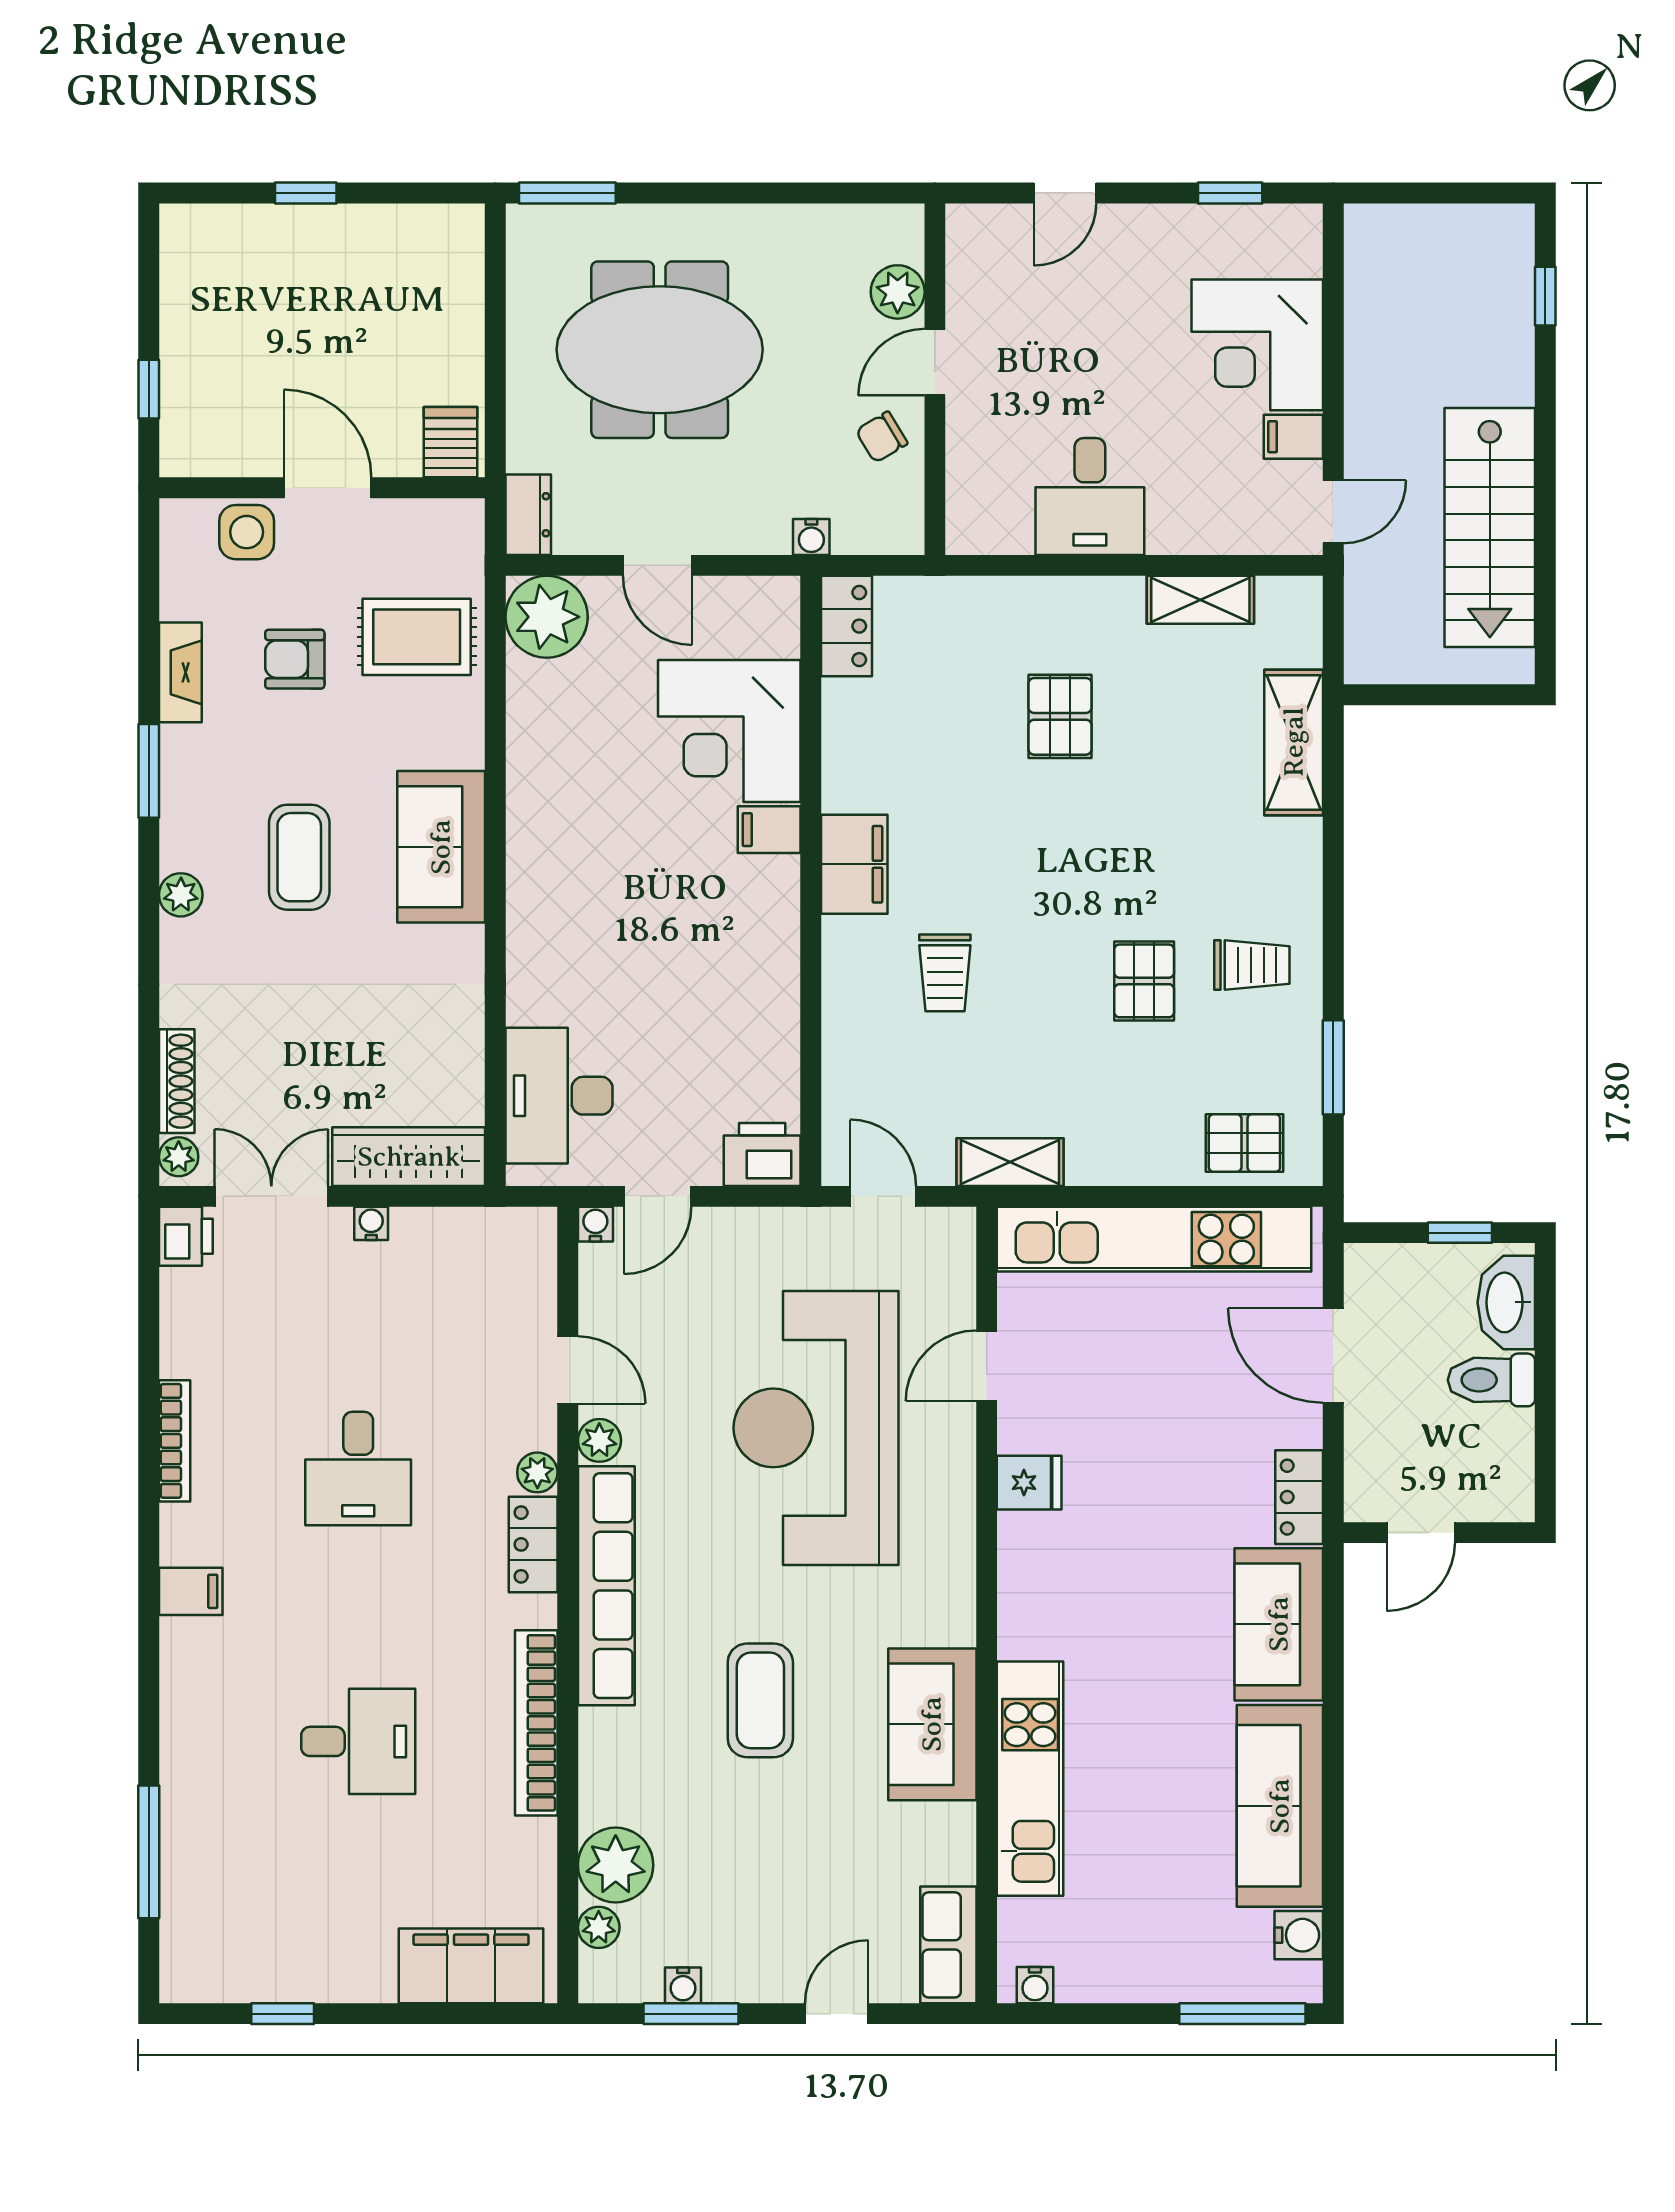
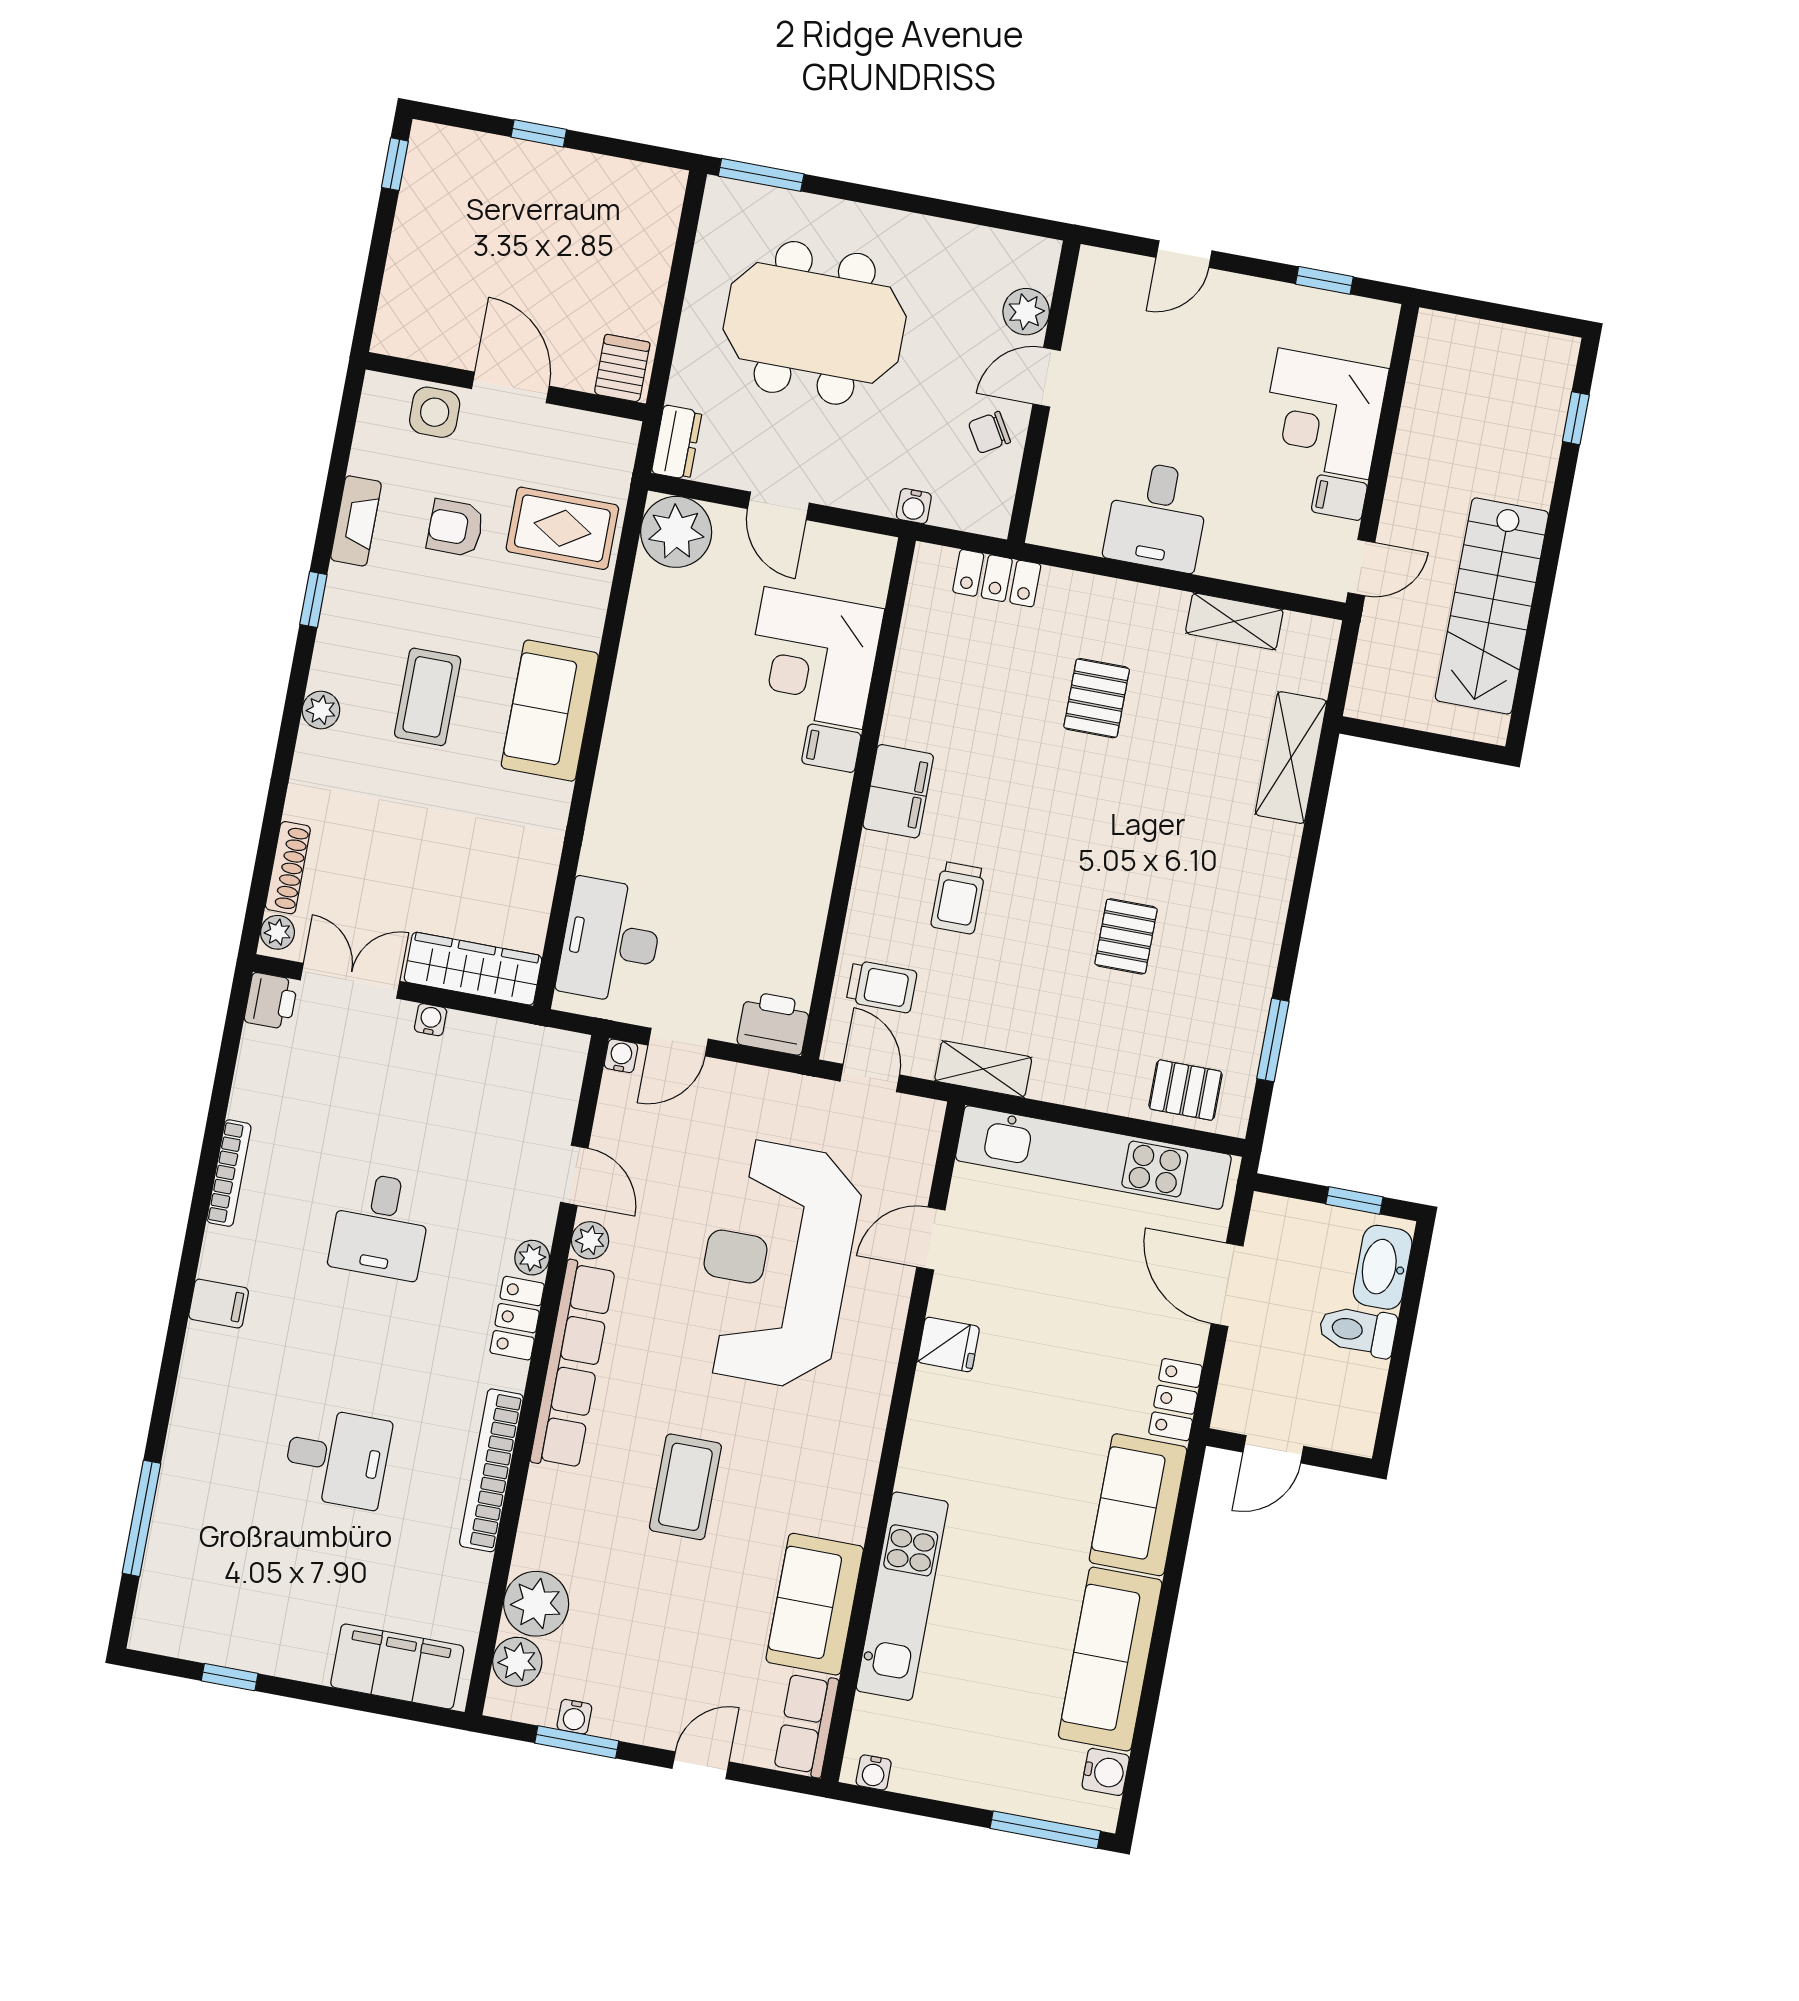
window: (149, 389) -> (395, 164), moved
locker: (847, 626) -> (997, 578), moved, turned 90
window: (149, 771) -> (313, 599), width x0.67
trolley: (1252, 965) -> (882, 987), moved
sofa: (932, 1724) -> (815, 1604), moved
plant: (599, 1927) -> (517, 1662), width x1.38, depth x1.38

